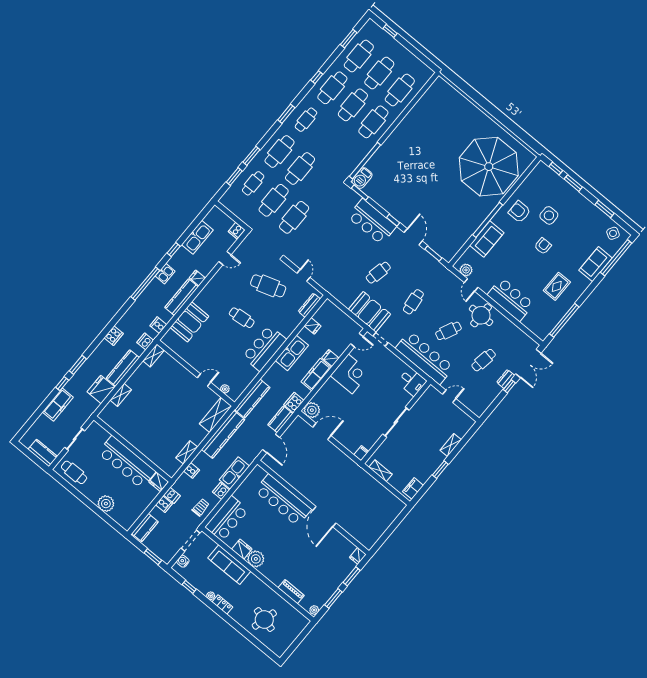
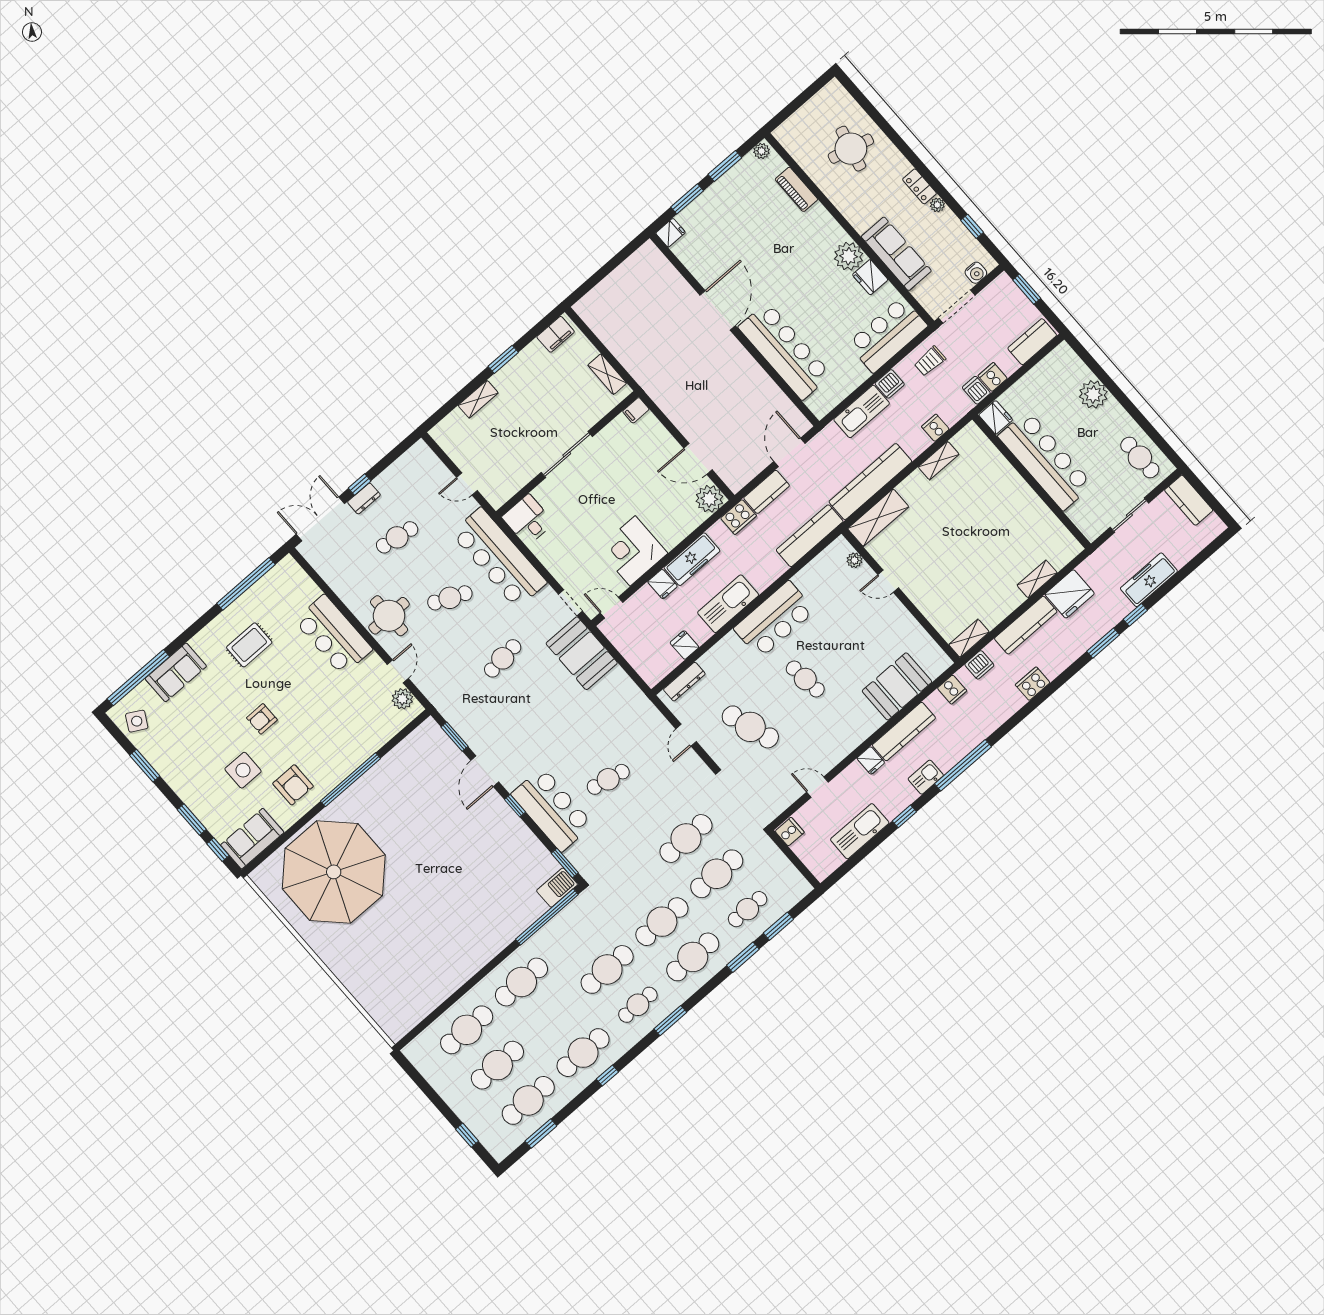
cafe table: (353, 105) -> (607, 969), moved
sofa: (487, 239) -> (252, 839), moved
cafe table: (378, 273) -> (608, 779), moved

